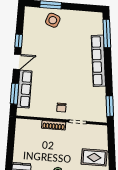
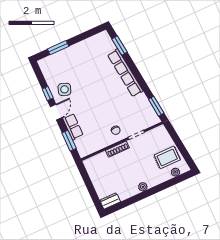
side table: (53, 20) -> (64, 89), moved
window: (107, 33) -> (119, 46), width x0.69
row of seats: (24, 89) -> (73, 127), width x0.68

